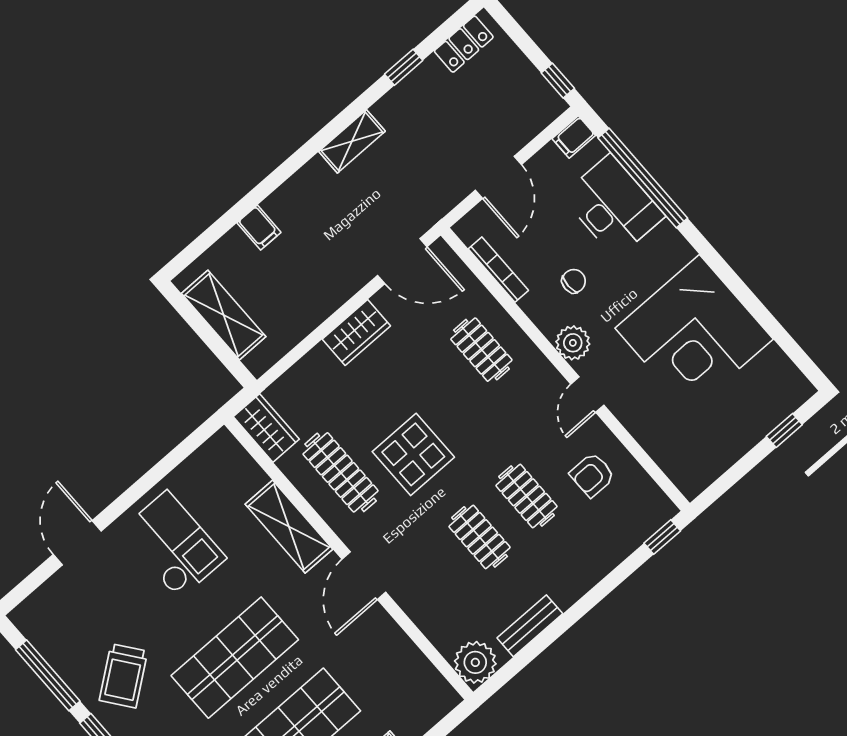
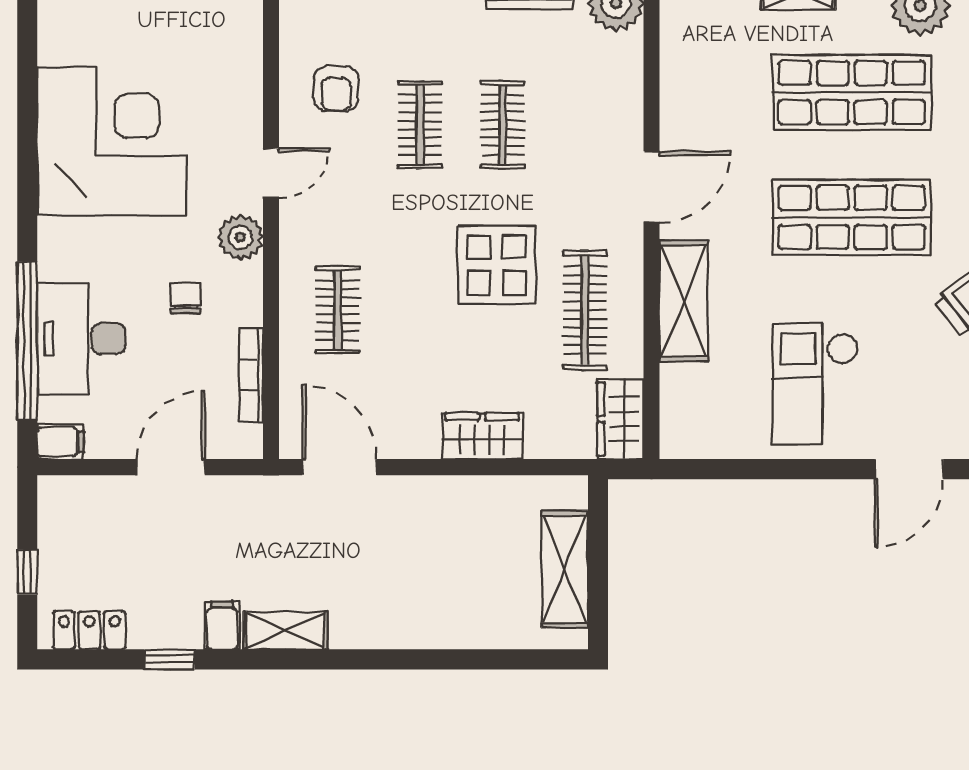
window: (558, 81) -> (27, 572), moved
filing cabinet: (259, 228) -> (222, 625), moved
chair: (574, 281) -> (186, 298), turned 90
wardrobe: (356, 332) -> (482, 436), moved
armchair: (592, 475) -> (336, 89), turned 90

